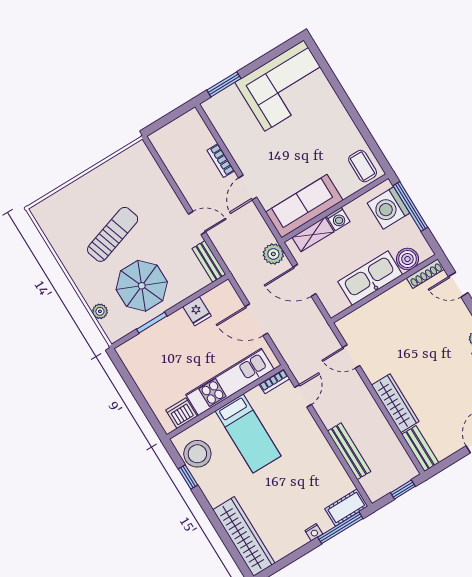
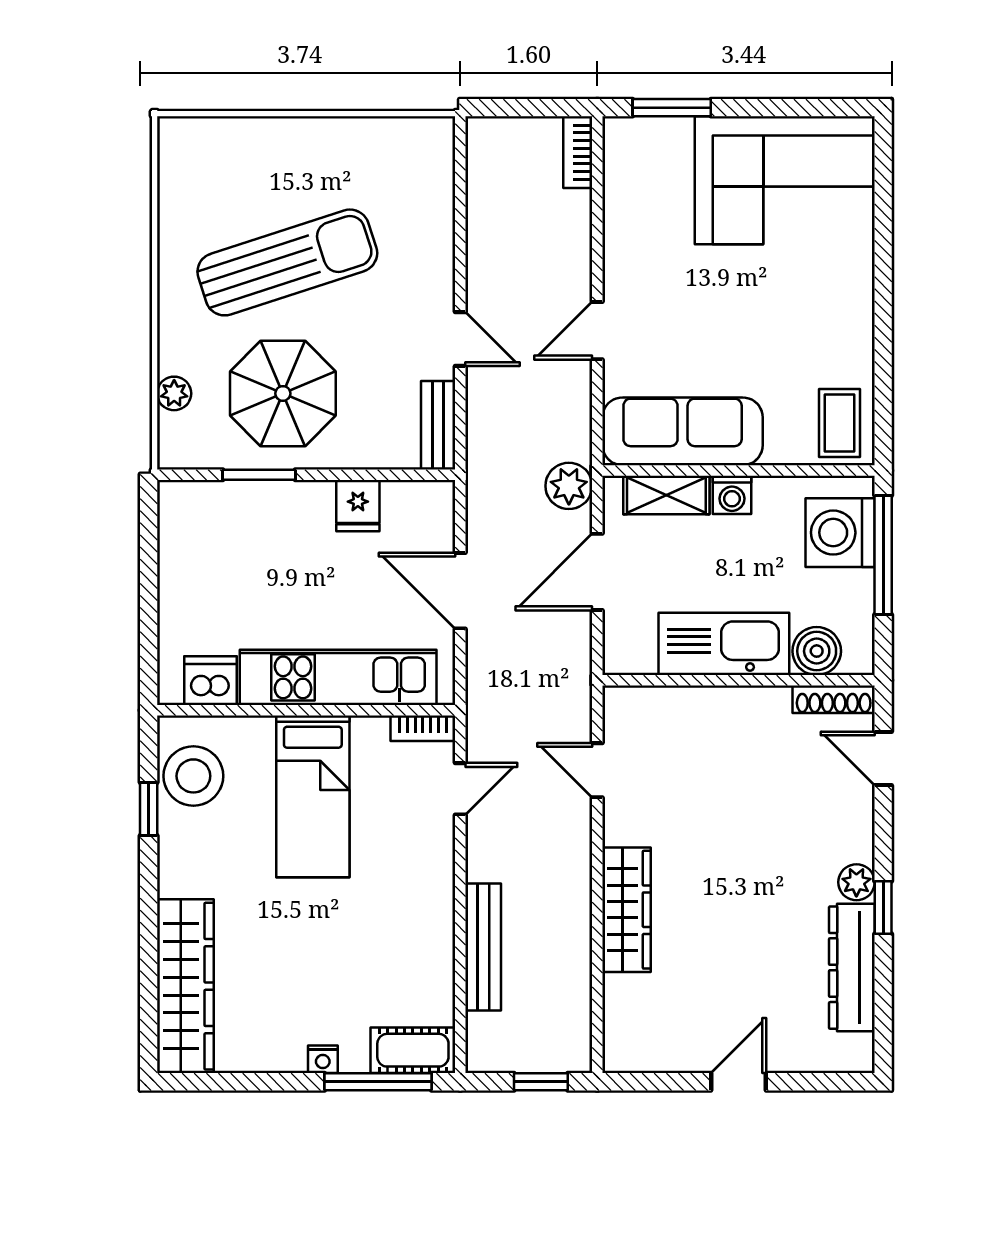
bookcase: (221, 161) -> (578, 152), moved
sun lounger: (113, 234) -> (287, 262), width x1.36, depth x1.34
door: (305, 280) -> (597, 572), hinge flipped
bench: (420, 449) -> (621, 1024), removed

